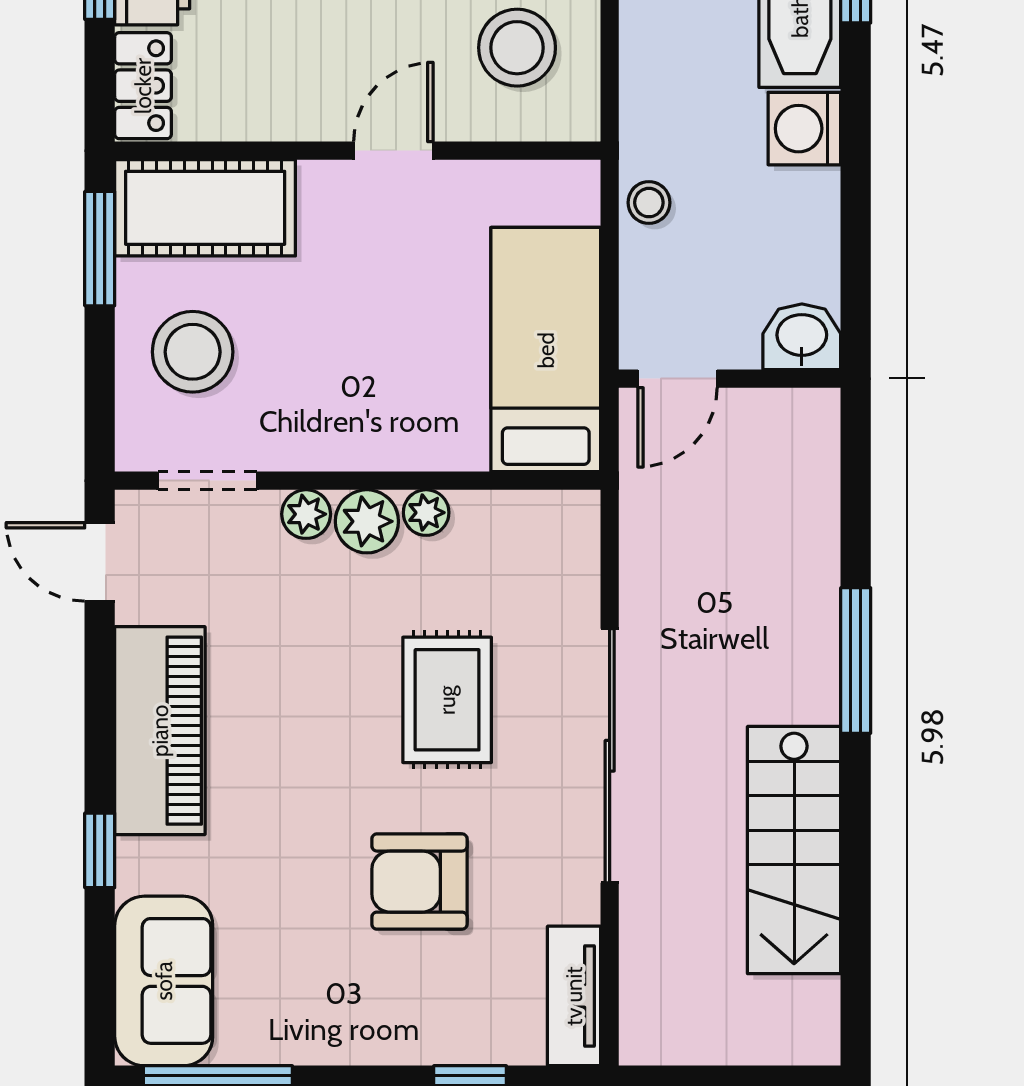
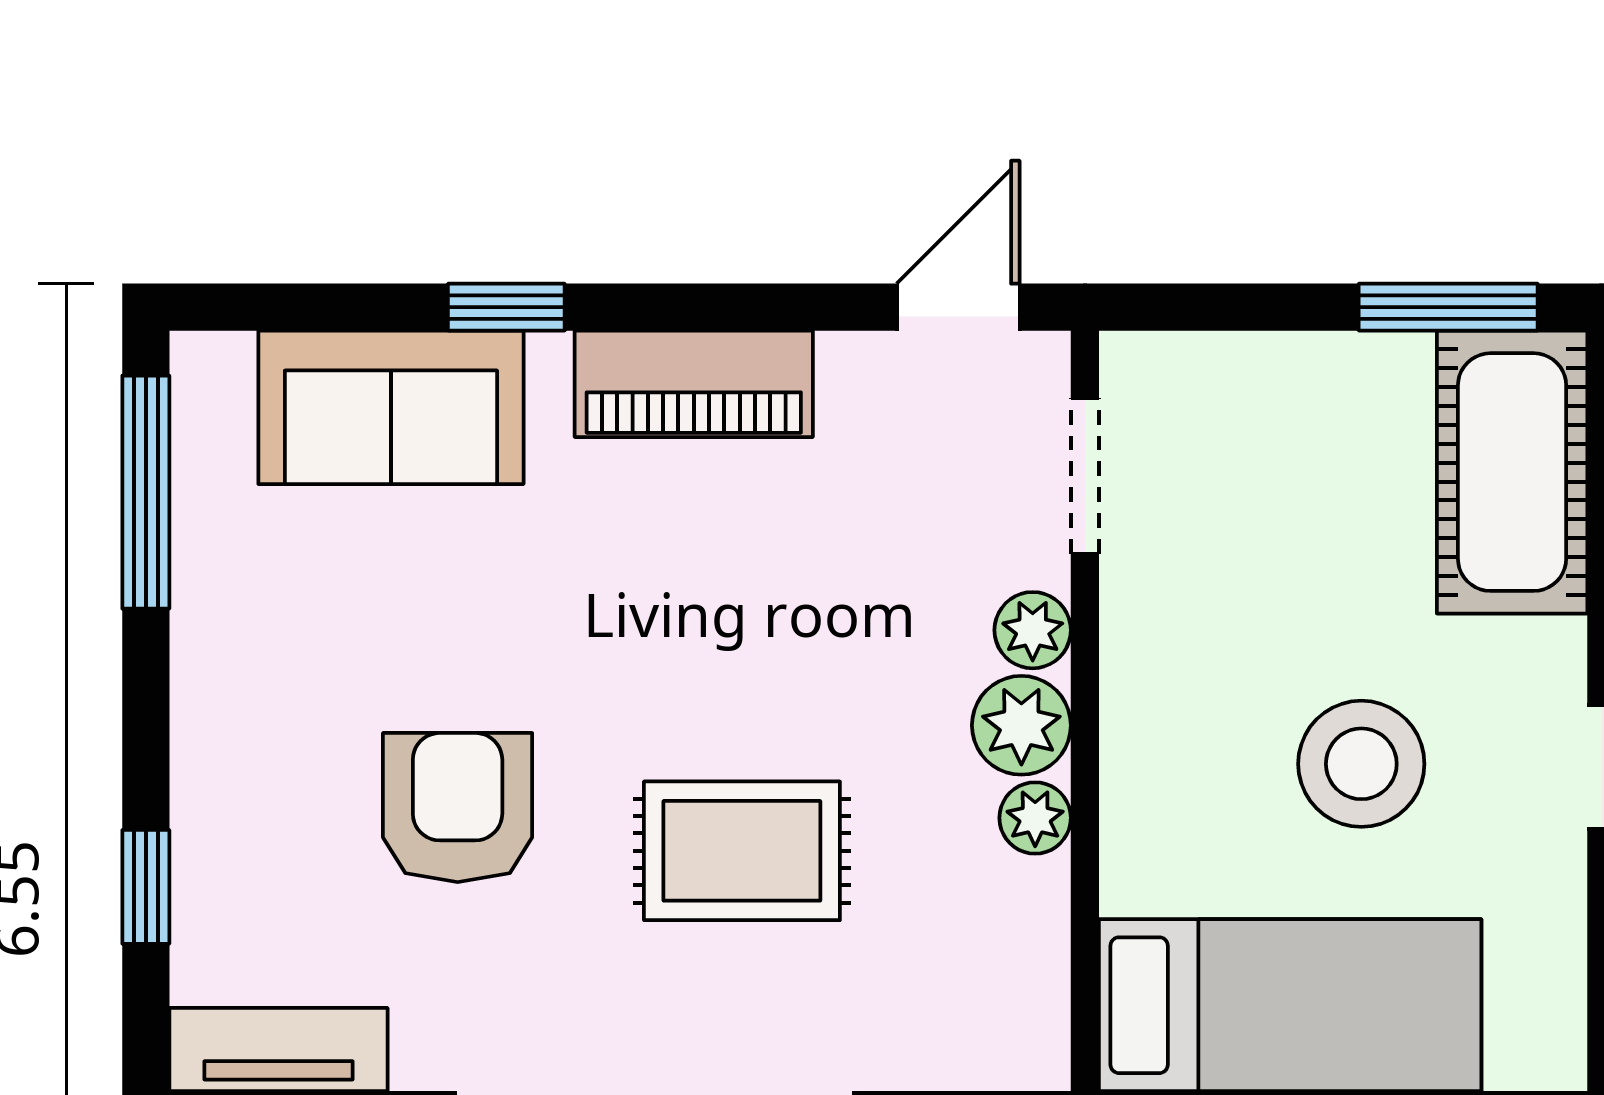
stool: (193, 352) -> (1361, 764), moved
piano: (160, 731) -> (694, 384), width x0.73, depth x0.75
sofa: (164, 981) -> (391, 407), moved

